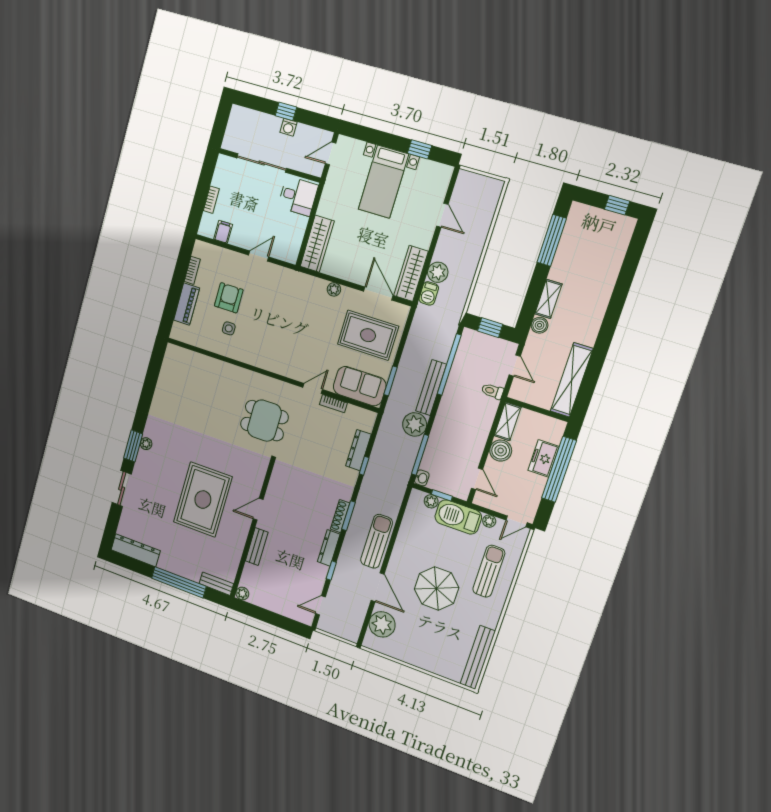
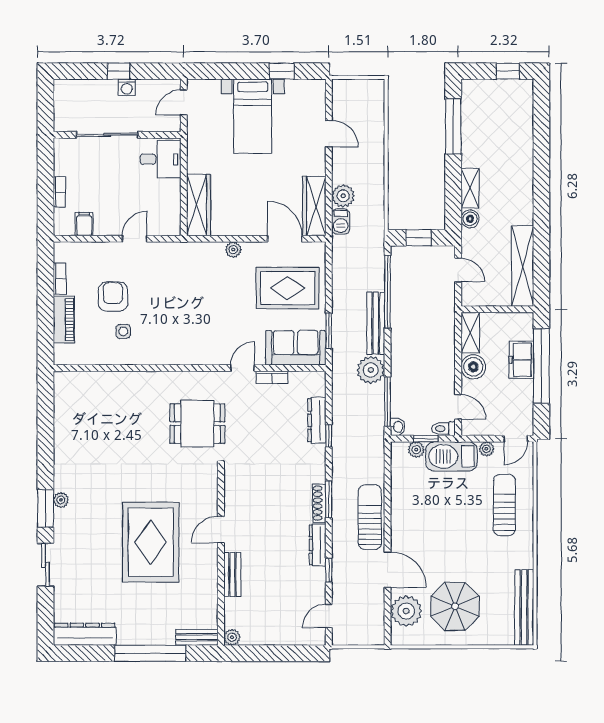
toilet: (492, 391) -> (444, 429), moved
parasol: (436, 588) -> (455, 606), moved

